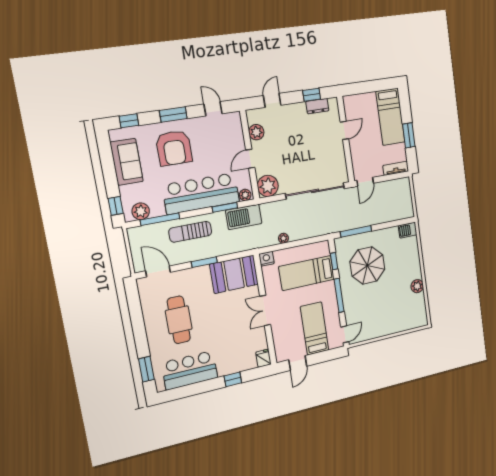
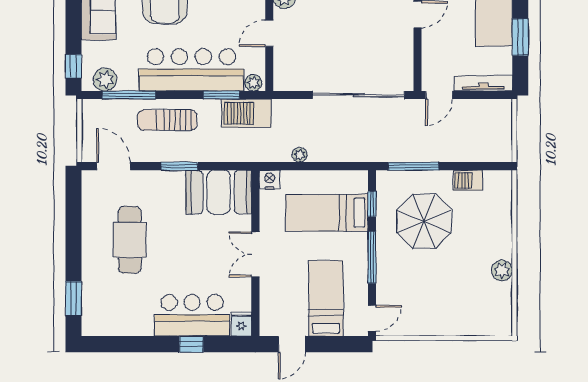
tv unit: (396, 168) -> (483, 83), width x1.41
plant: (268, 186) -> (289, 76), removed
barbecue: (408, 230) -> (468, 180), moved
bar counter: (190, 370) -> (192, 315), moved

